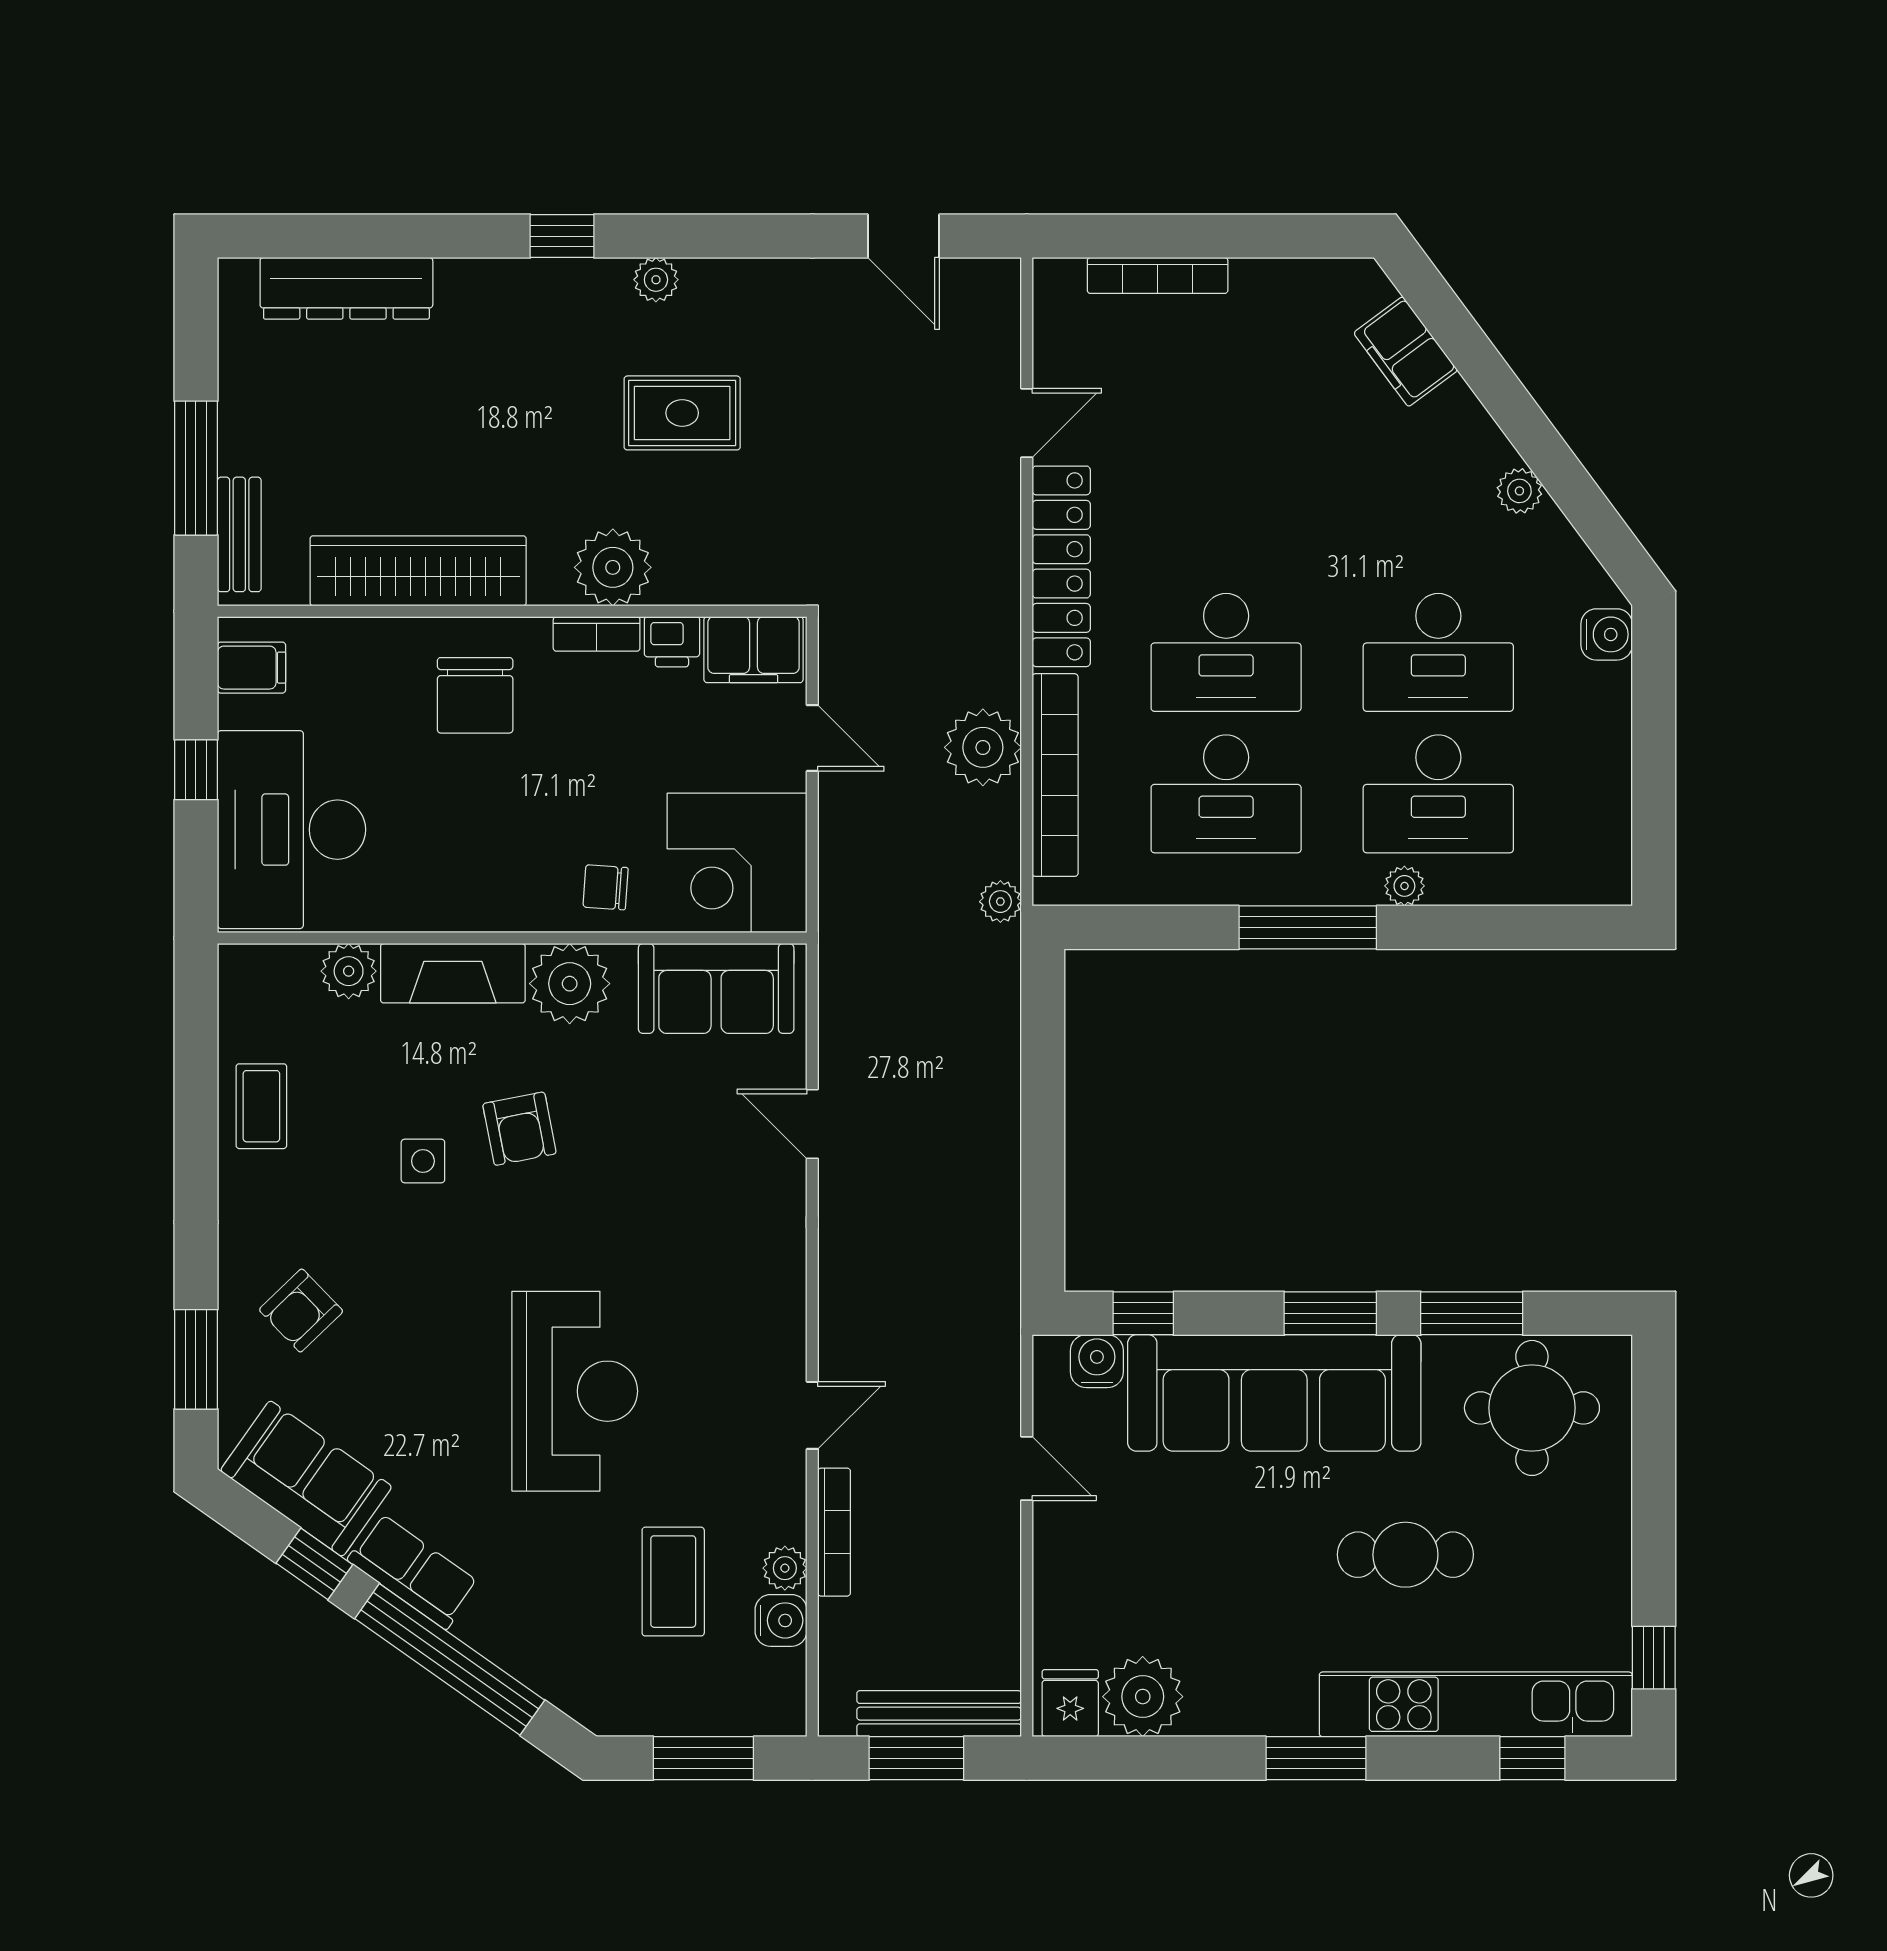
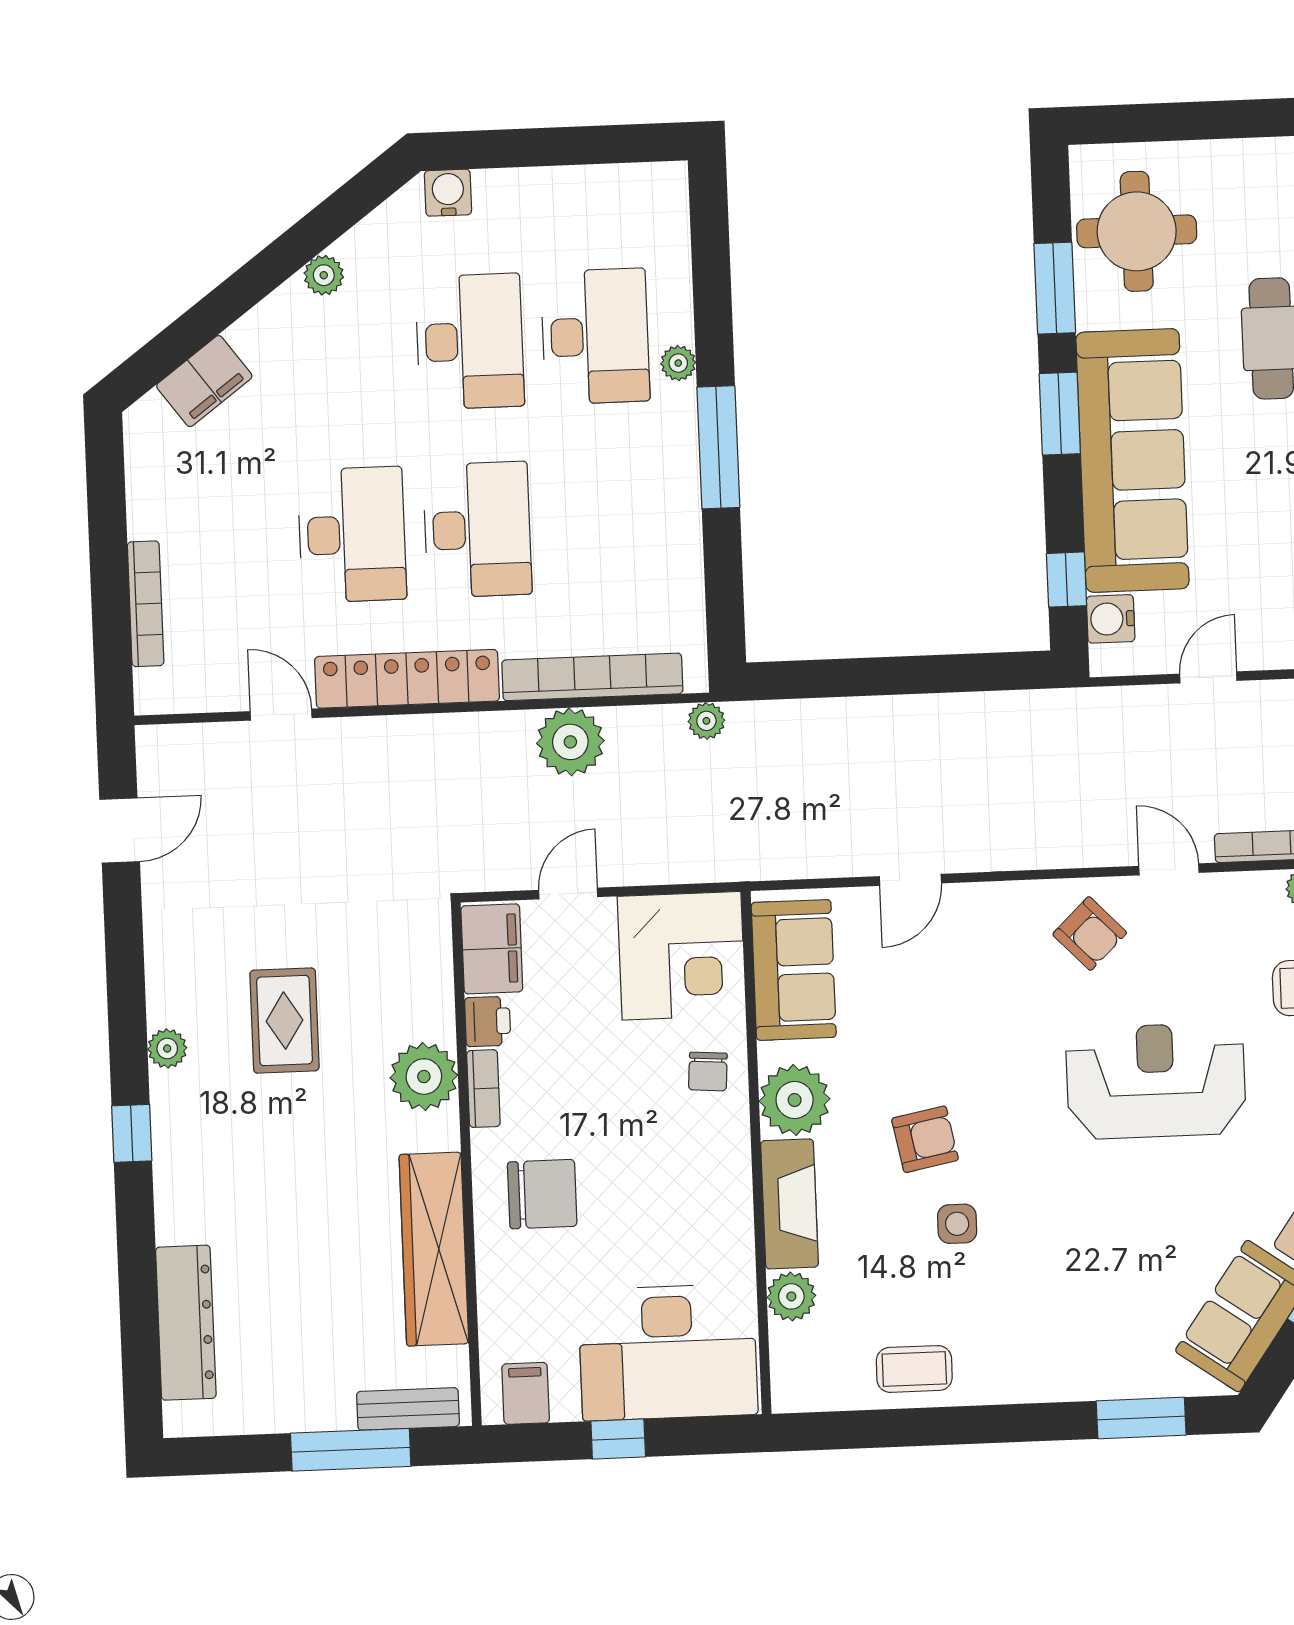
desk: (1226, 794) -> (352, 535), moved
armchair: (301, 1311) -> (1090, 933), moved

